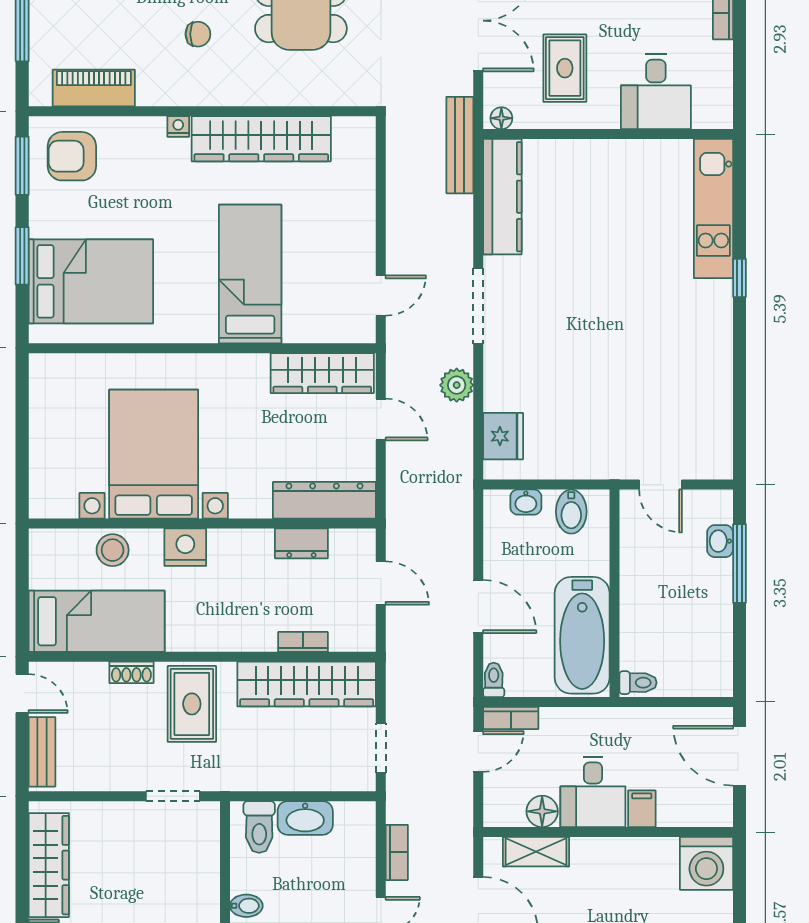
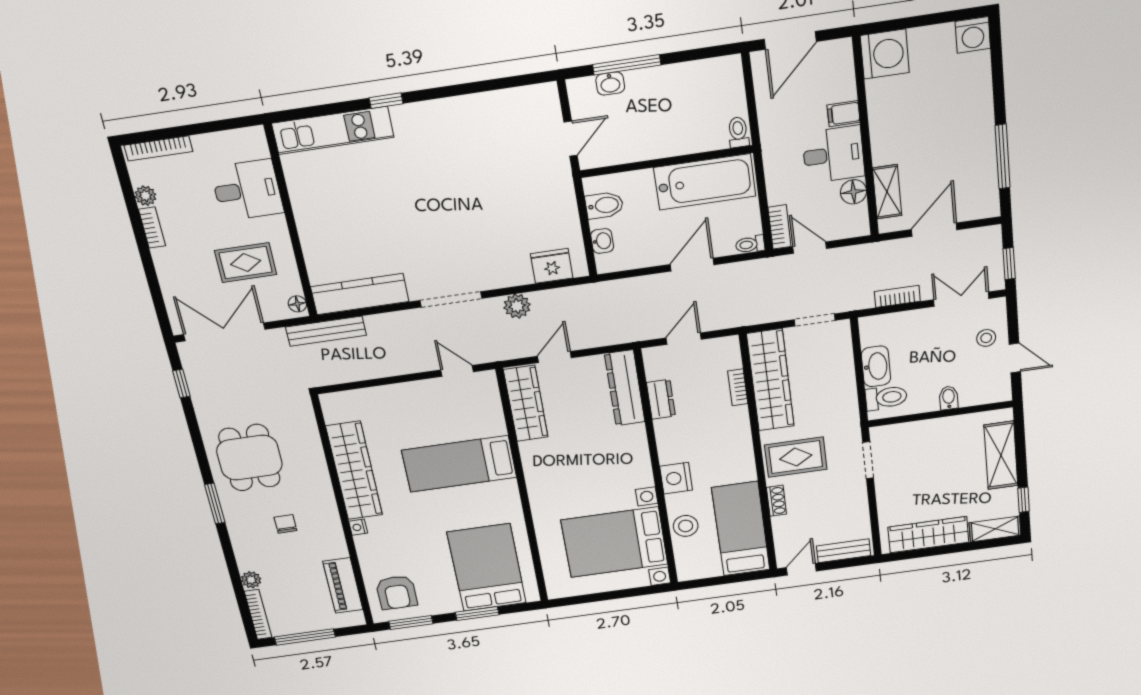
bed with nightstands: (154, 454) -> (614, 542), moved

